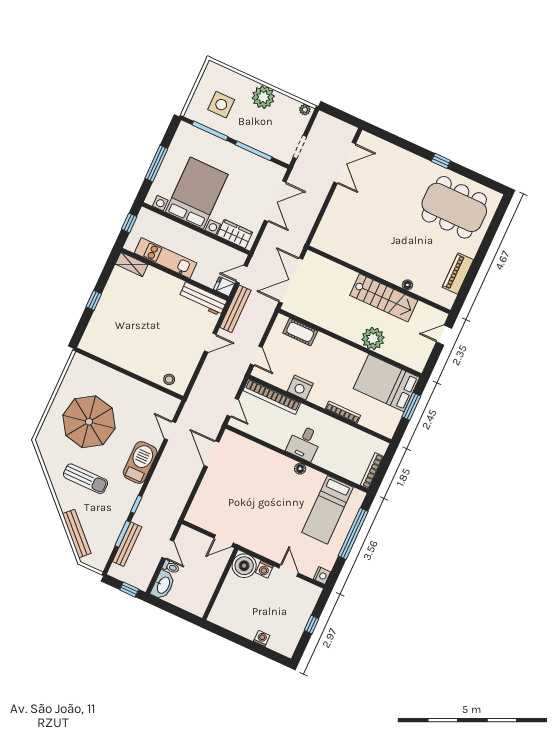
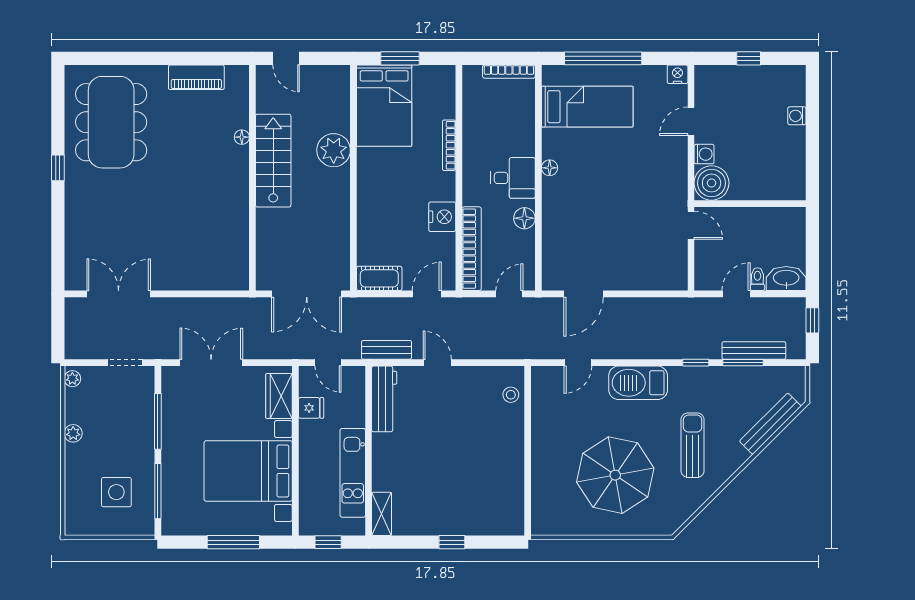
plant: (263, 97) -> (73, 433), width x0.53, depth x0.53
fridge: (224, 286) -> (311, 408), moved, turned -90
bench: (235, 309) -> (386, 350), width x0.73
cot: (300, 332) -> (379, 278), moved, turned 90
floor lamp: (276, 438) -> (524, 218), added

